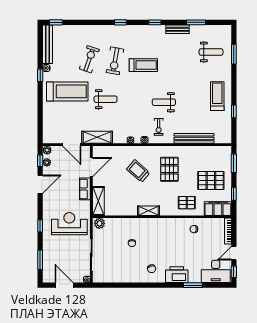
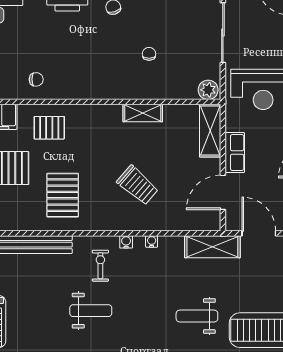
pallet: (169, 169) -> (63, 195), moved
shelving: (149, 211) -> (143, 113), moved

